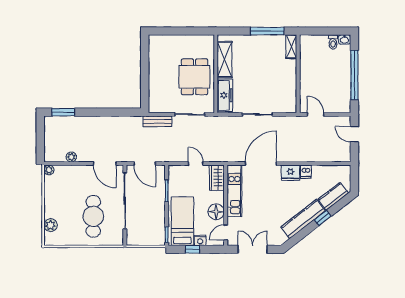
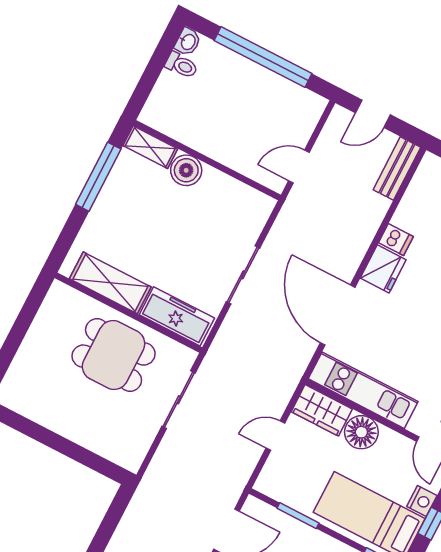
boiler: (289, 67) -> (186, 170), added
bench: (157, 121) -> (397, 168), moved
floor lamp: (216, 212) -> (361, 432), moved

